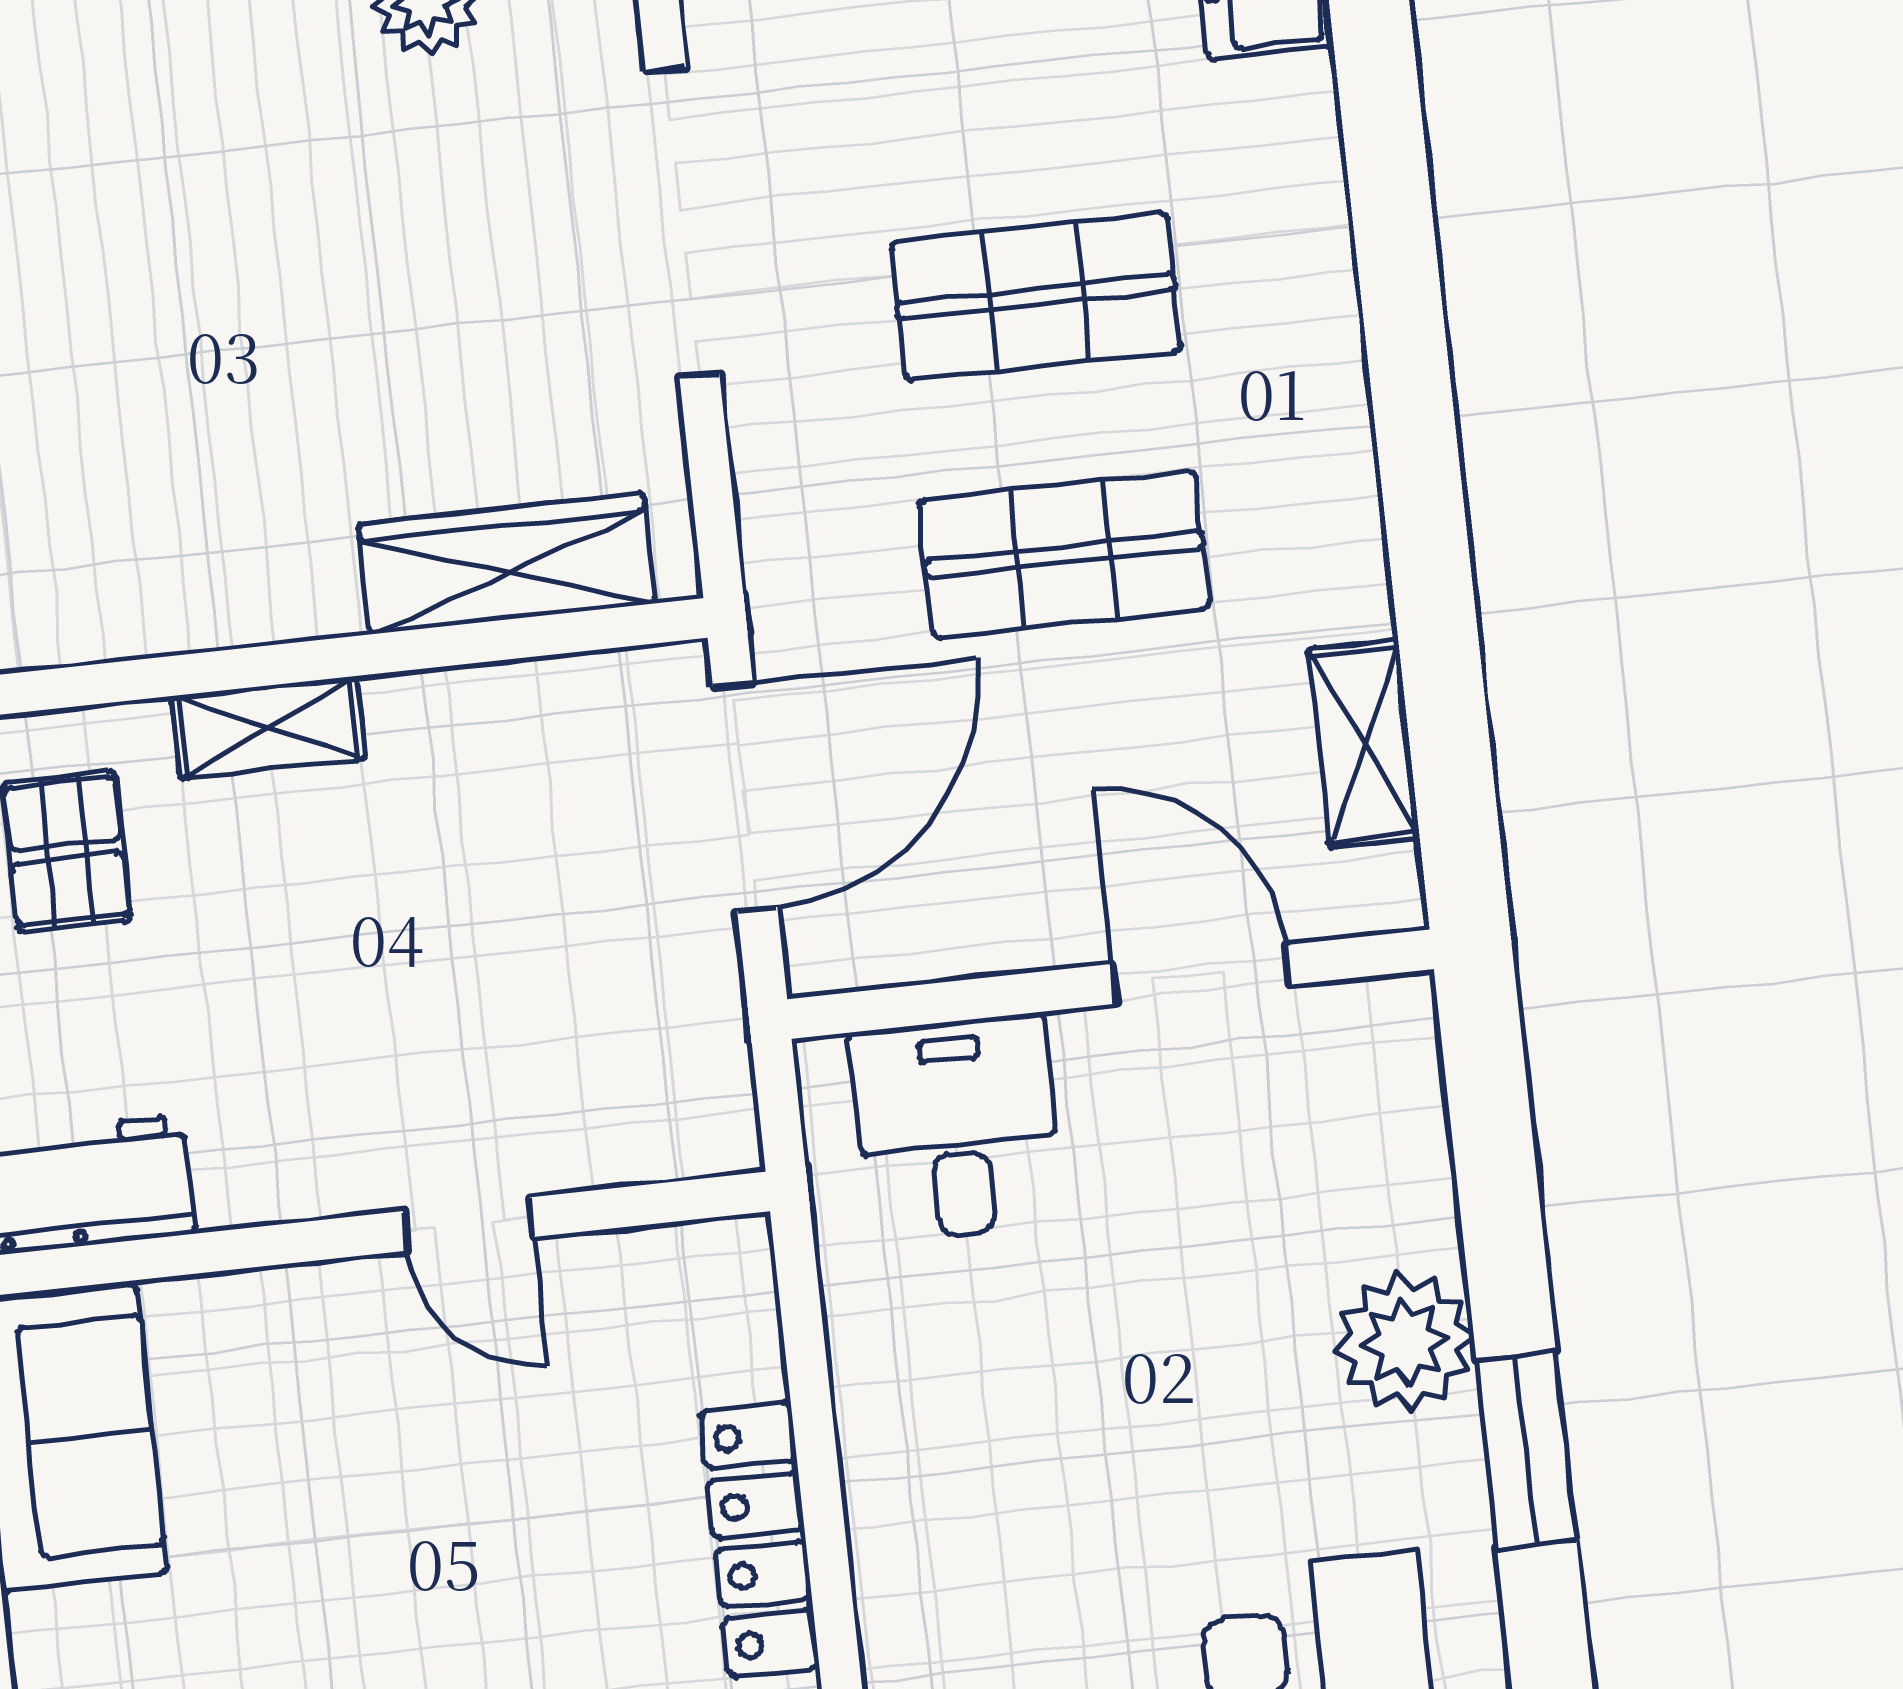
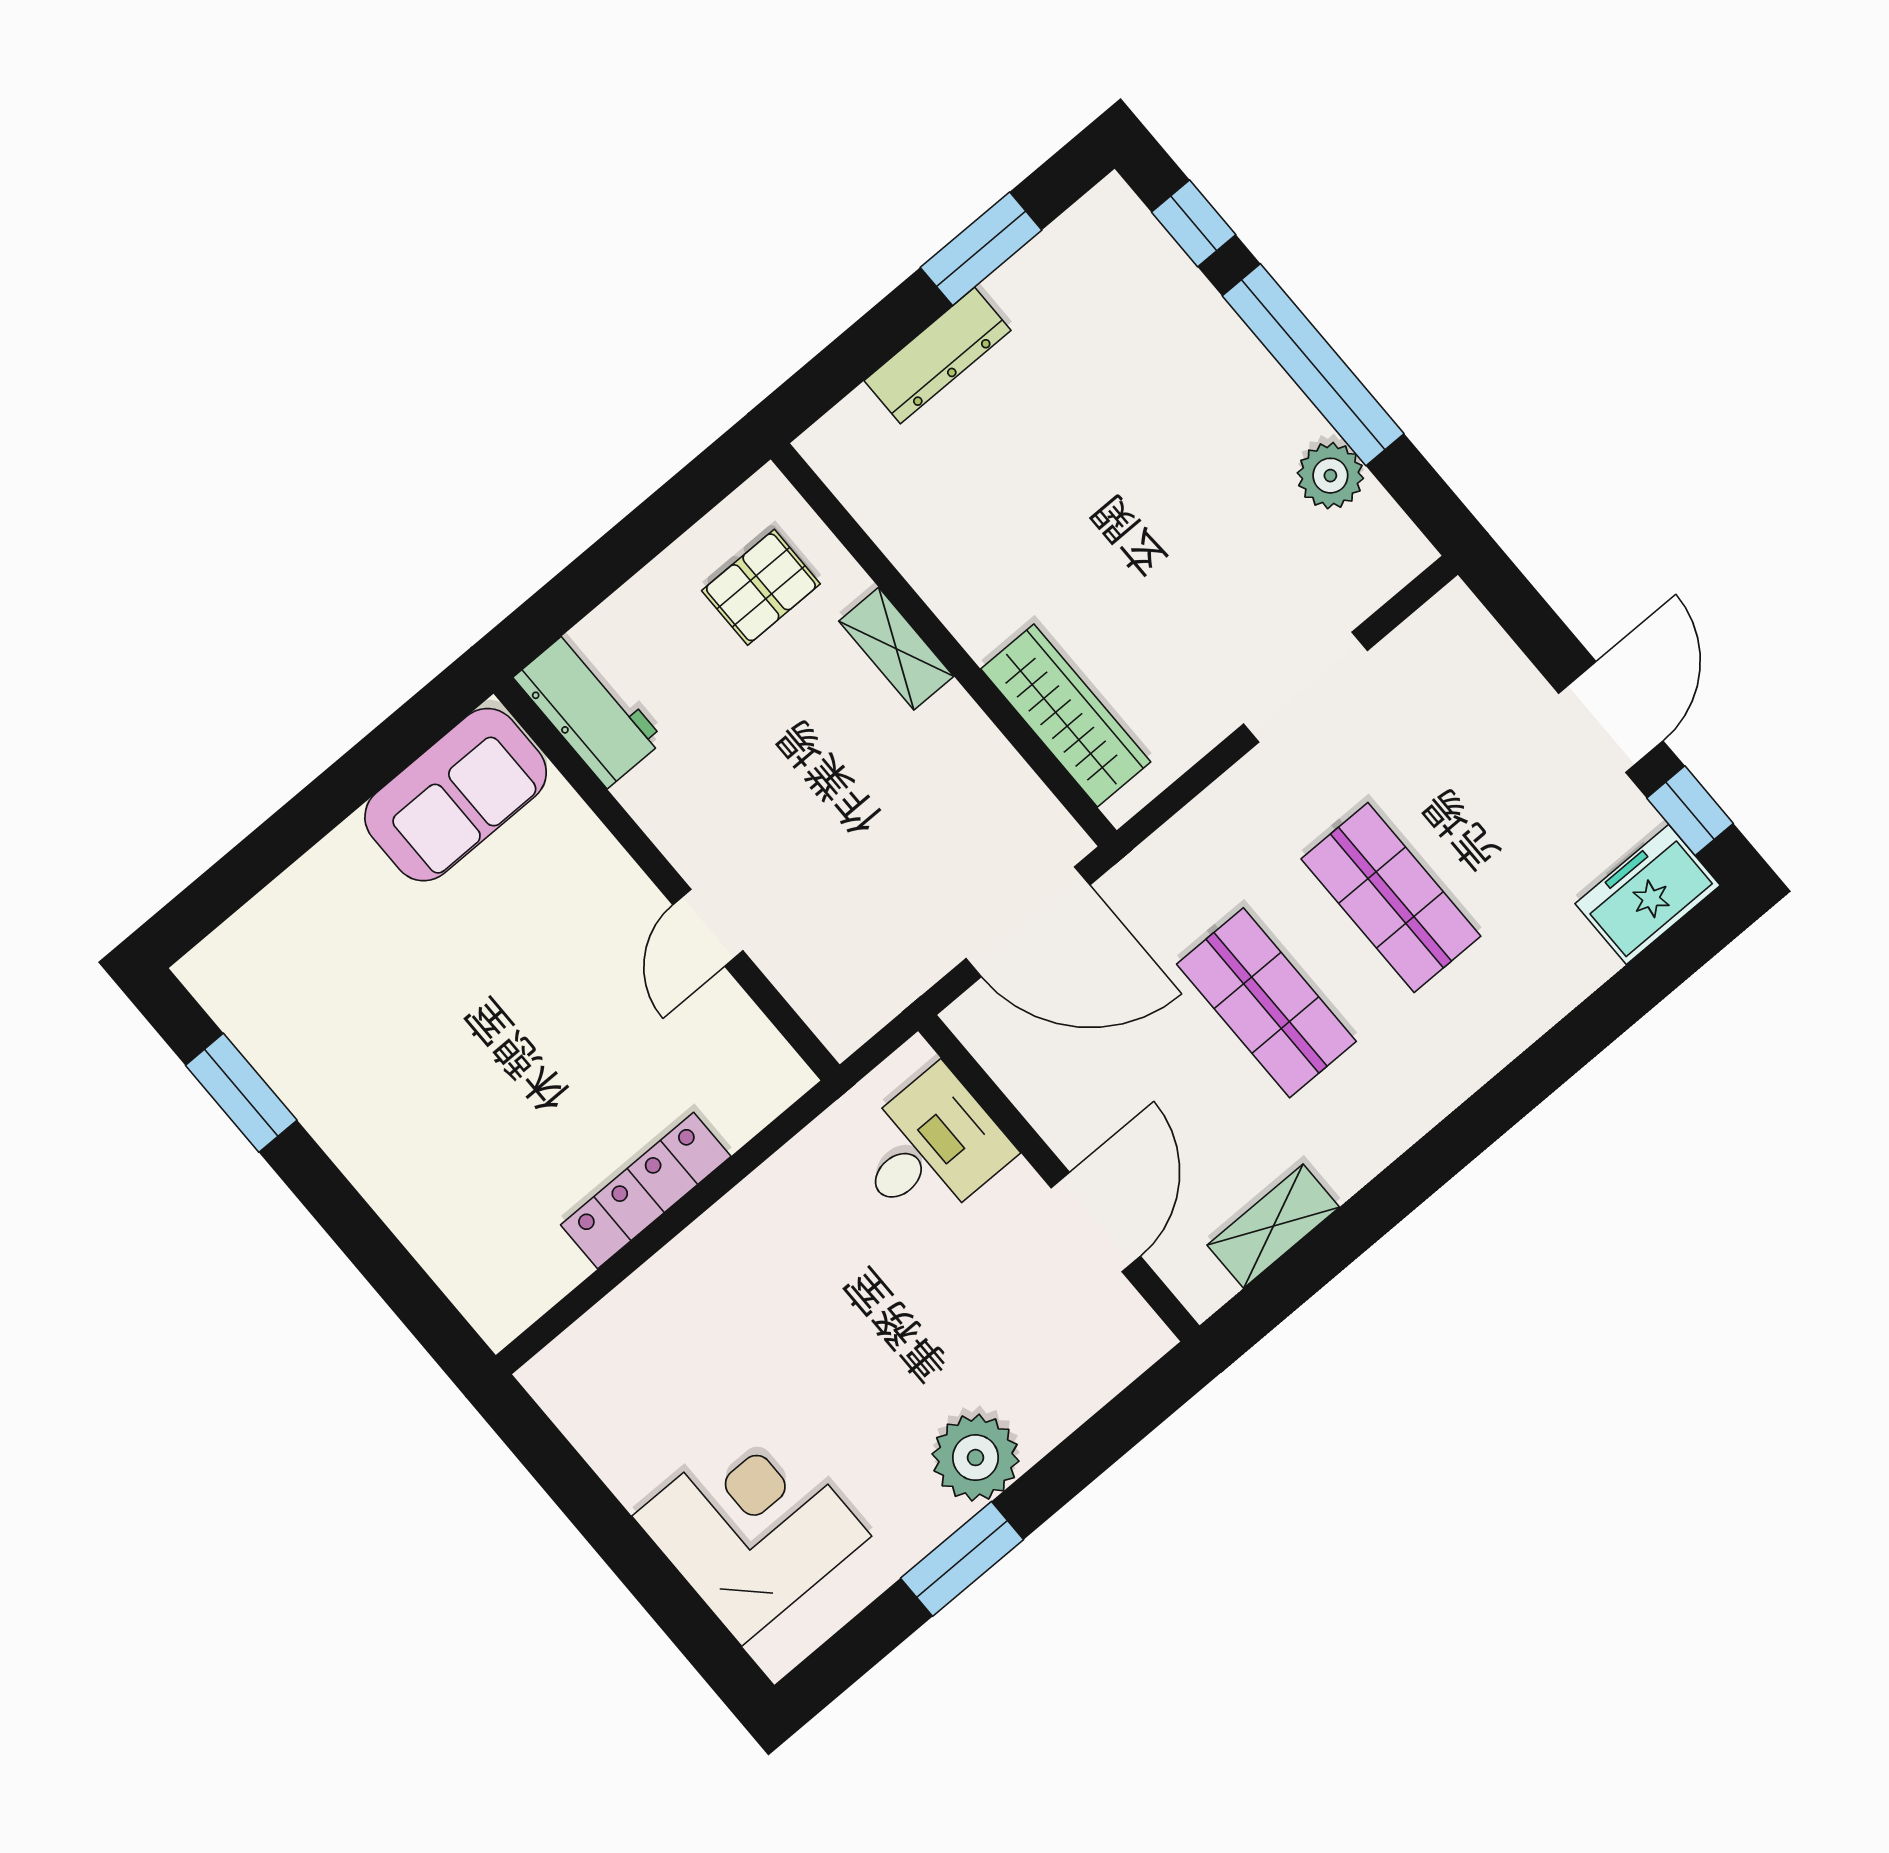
doorway: (683, 222) -> (1305, 687), width x0.73

